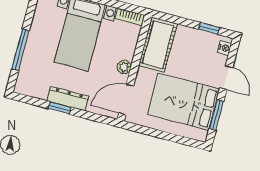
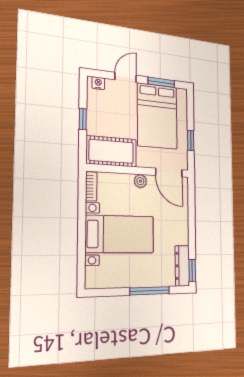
window: (209, 28) -> (83, 119), moved
dresser: (68, 99) -> (182, 266), moved
window: (60, 108) -> (192, 270), moved
window: (153, 132) -> (191, 140), added

